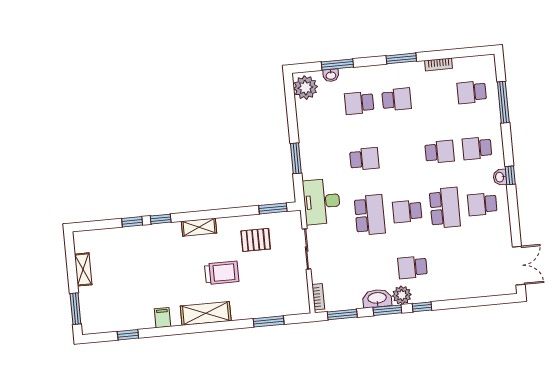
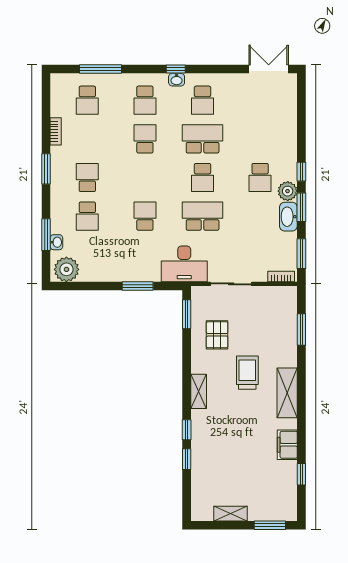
filing cabinet: (163, 318) -> (287, 445), width x2.00

